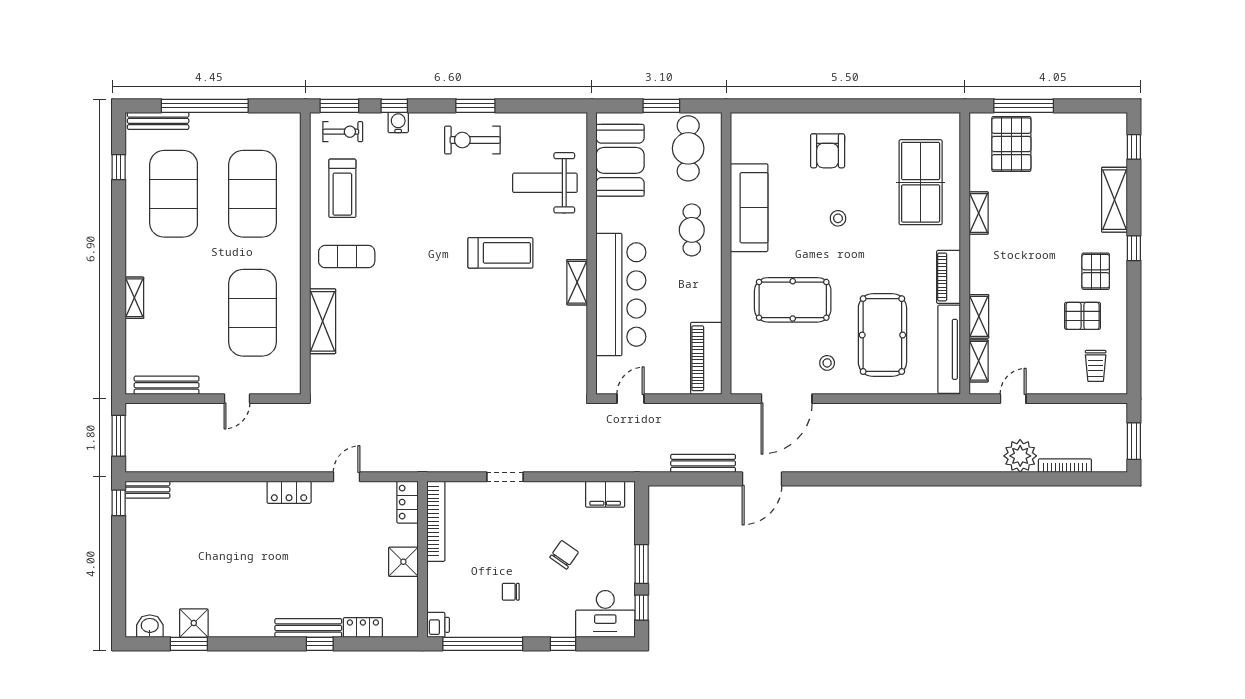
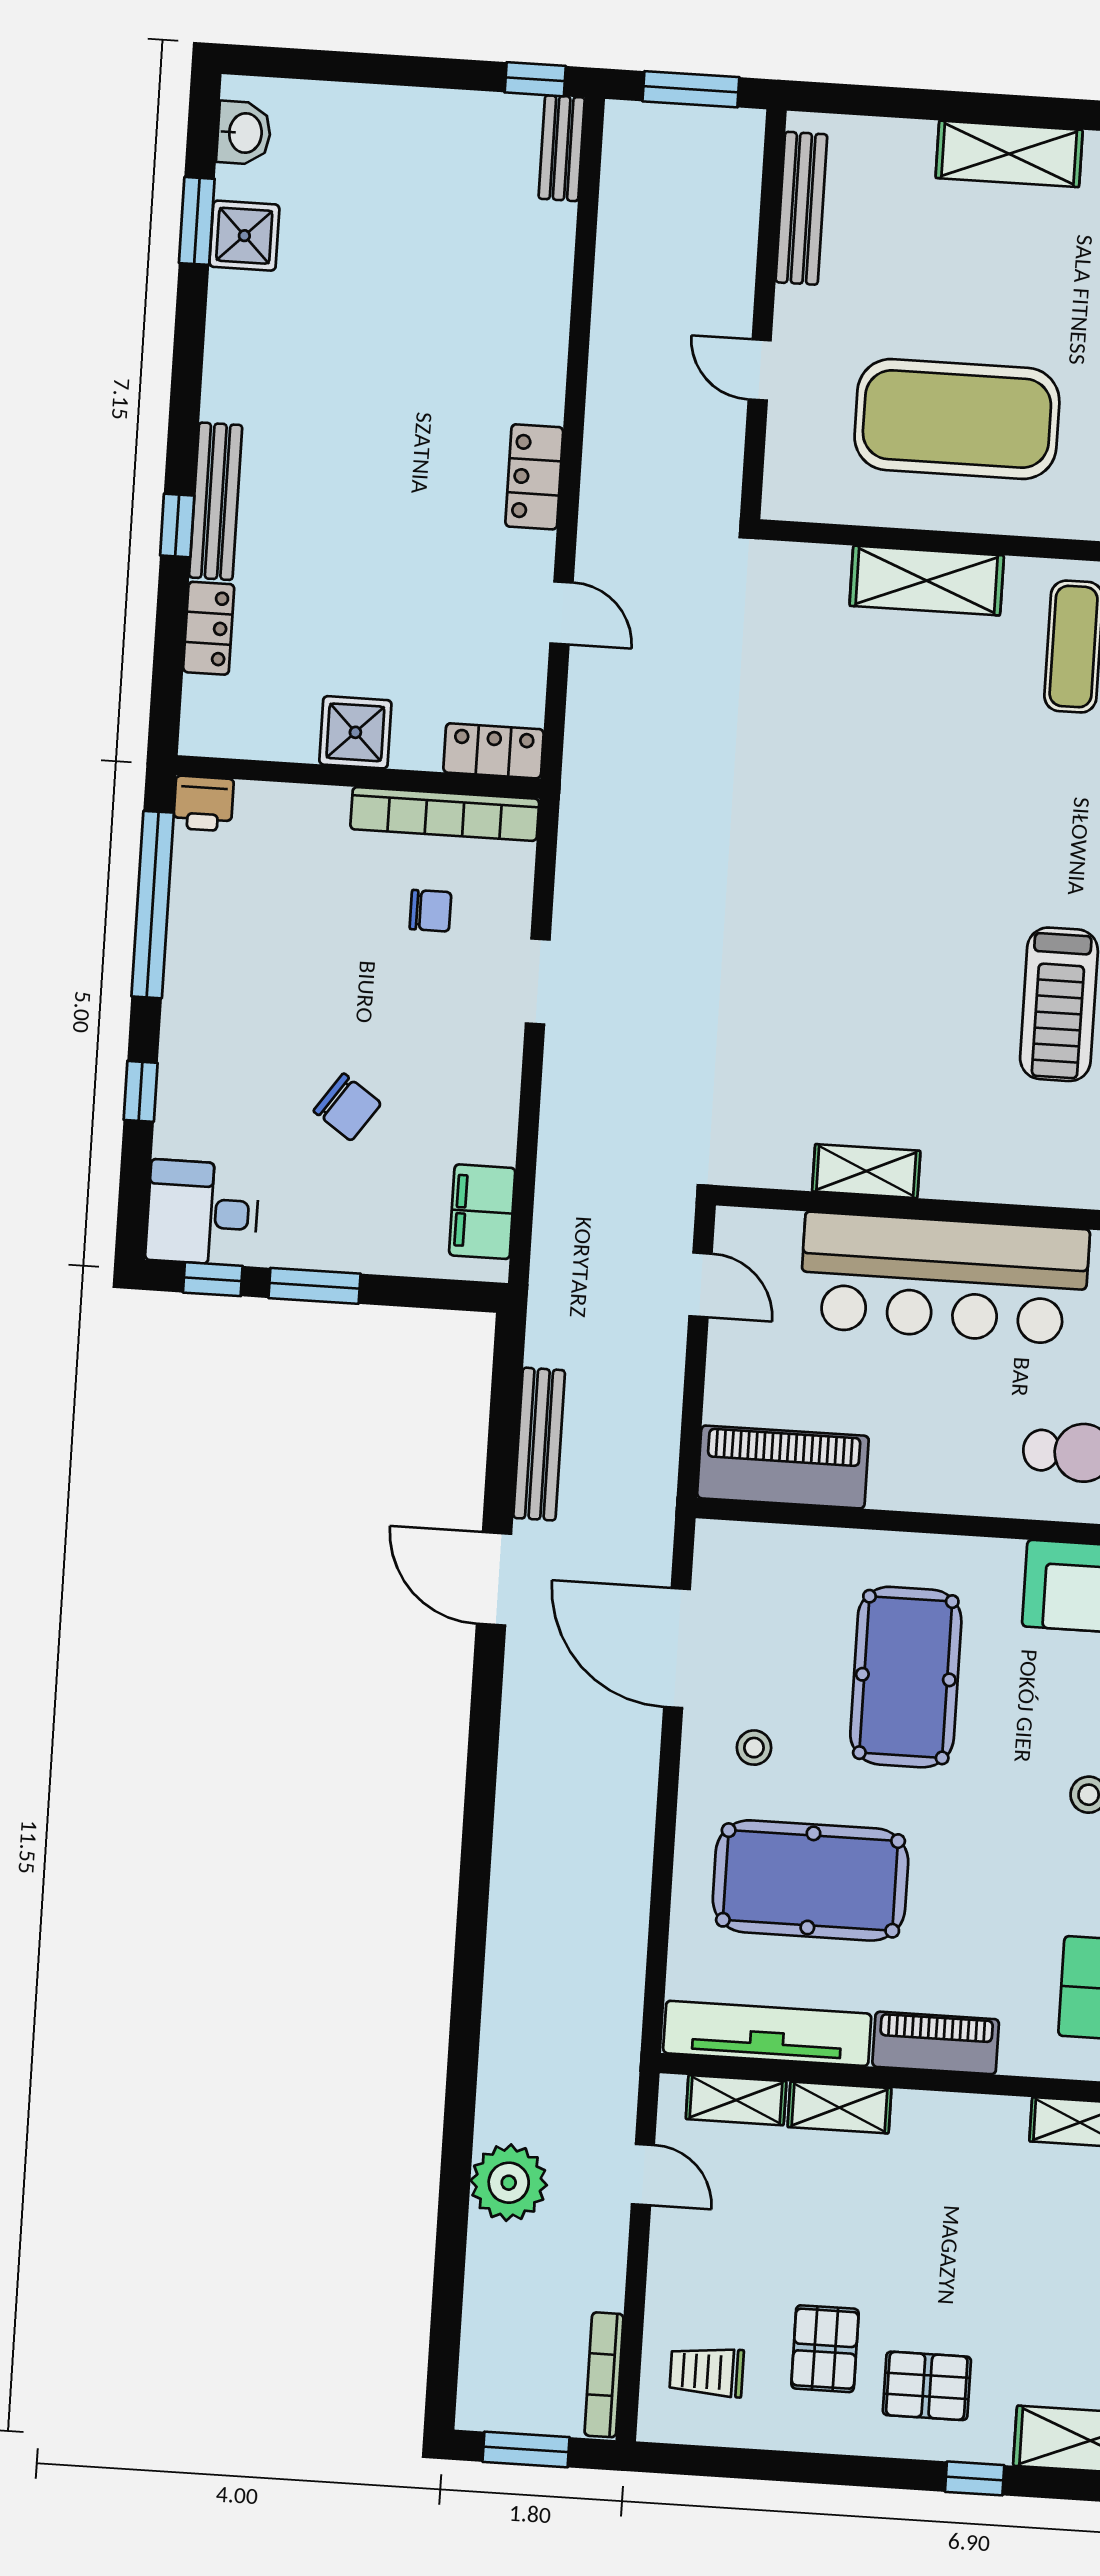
shelving: (577, 282) -> (866, 1171), moved
shelving: (134, 298) -> (1009, 154), width x1.50, depth x1.33
bookcase: (1065, 466) -> (604, 2375), moved, turned 180
chair: (511, 592) -> (430, 911), moved, turned 90
desk: (605, 614) -> (202, 1213), width x0.73

